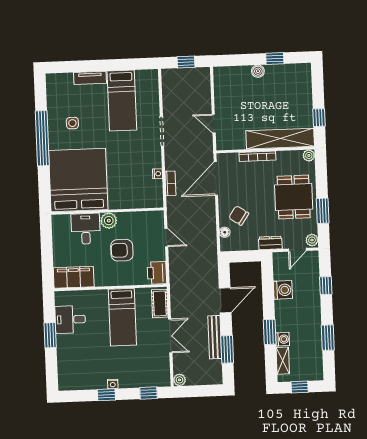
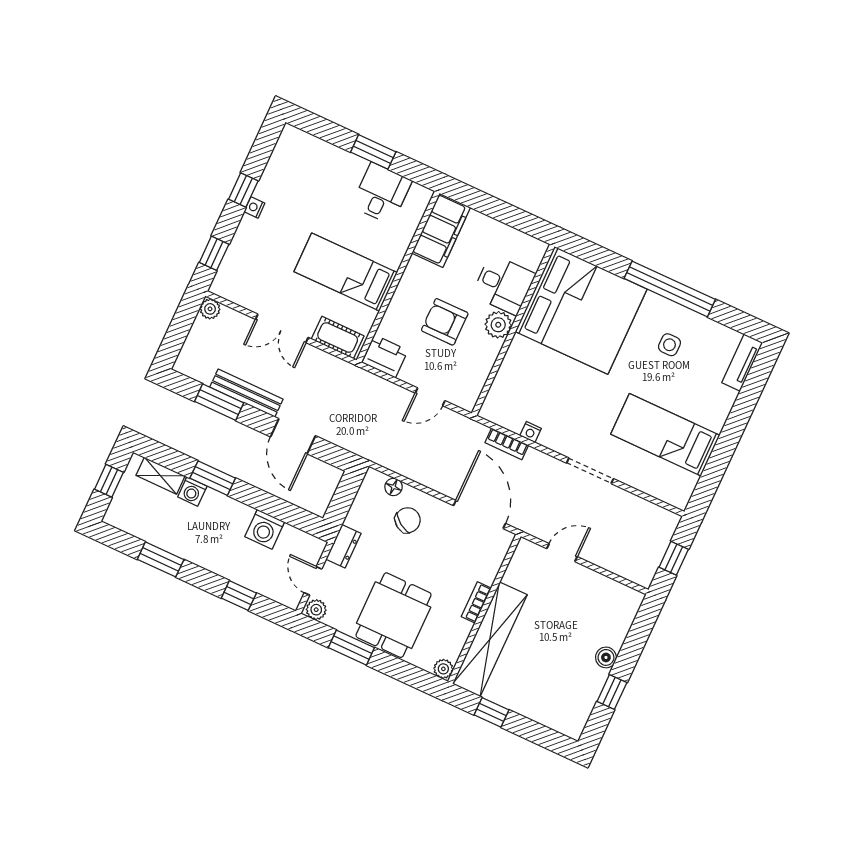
tv unit: (90, 78) -> (742, 363), moved
bookcase: (257, 156) -> (476, 602), width x0.64
dining table: (294, 197) -> (394, 615), turned 90
armchair: (122, 250) -> (445, 322), turned -90

